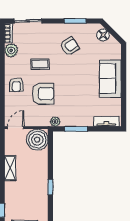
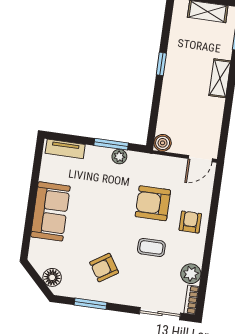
plant: (55, 122) -> (119, 157), moved
boiler: (37, 140) -> (163, 143), width x0.54, depth x0.54
shelving: (10, 168) -> (220, 78), moved

